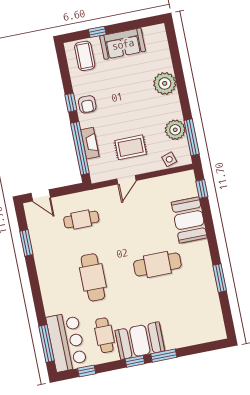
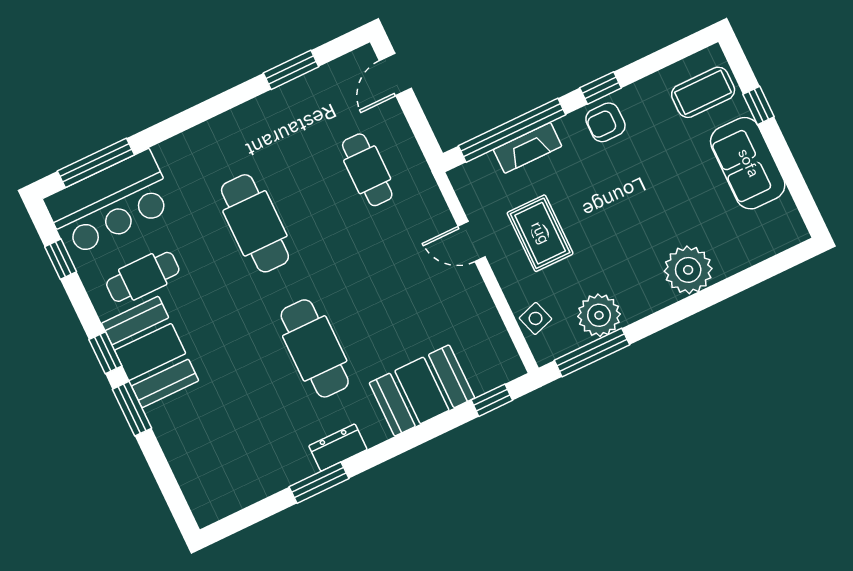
dresser: (206, 265) -> (338, 448), added
cafe table: (93, 277) -> (255, 223), turned 90

